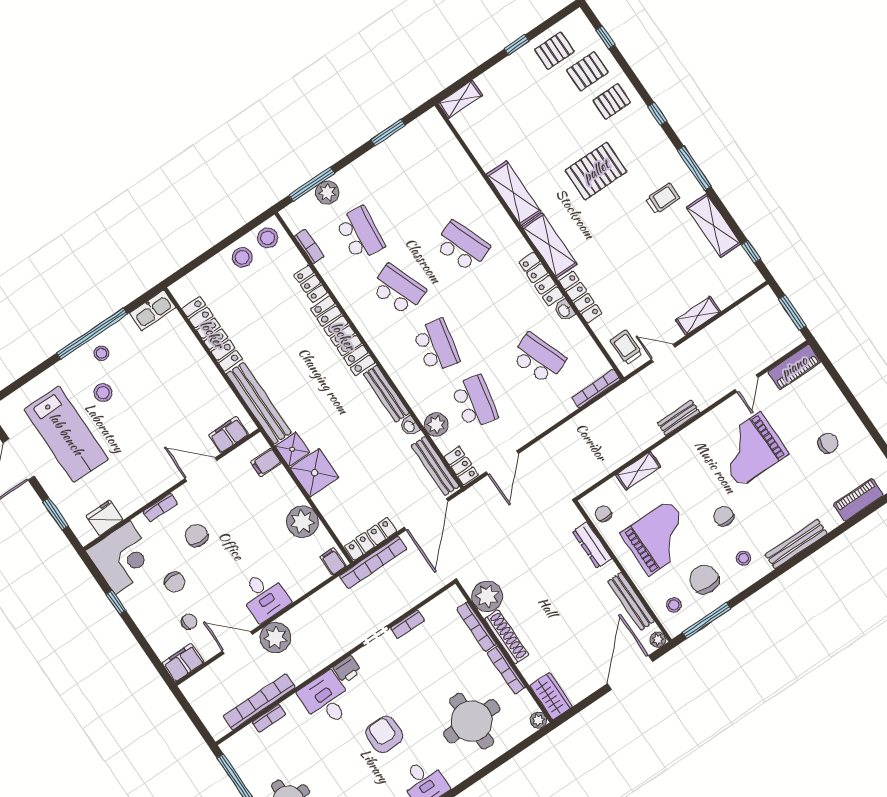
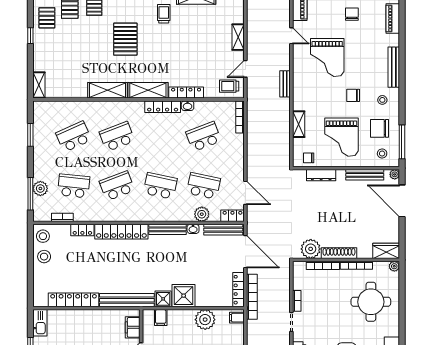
school desk: (424, 190) -> (74, 137), added
grand piano: (659, 538) -> (341, 137), turned 180

